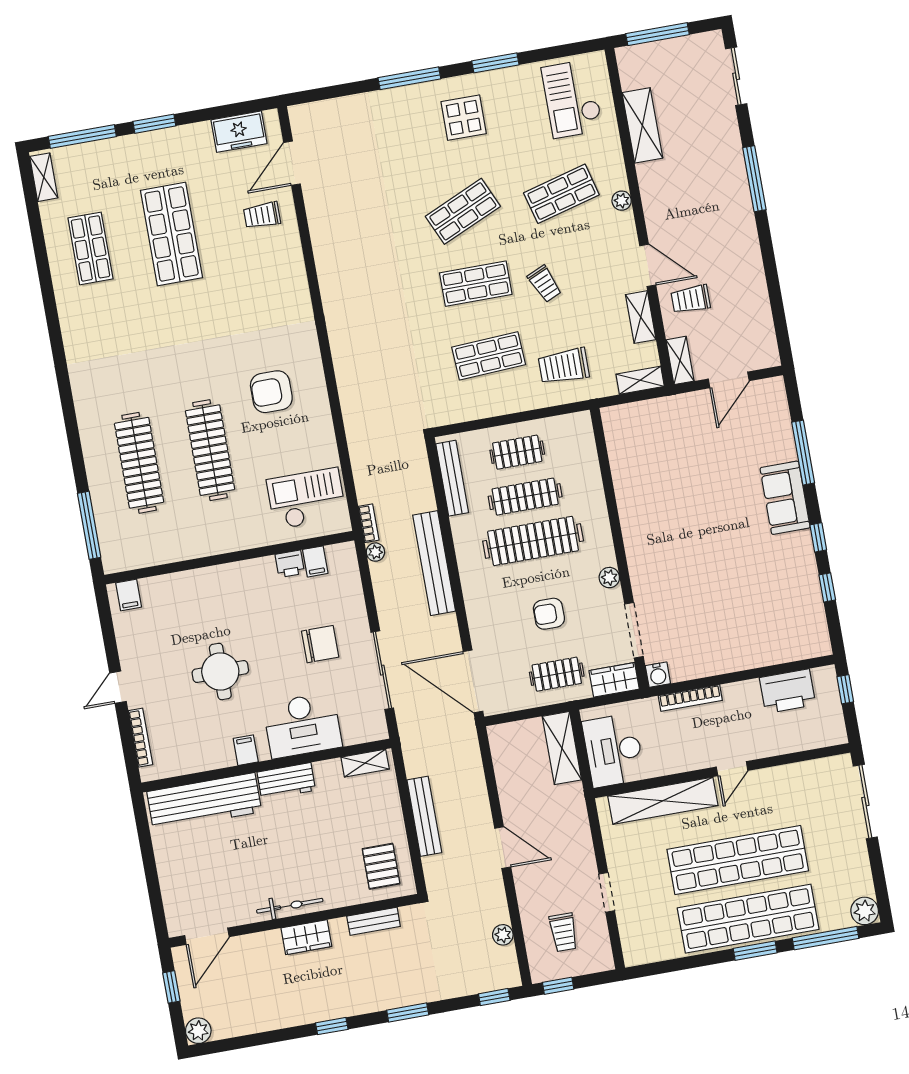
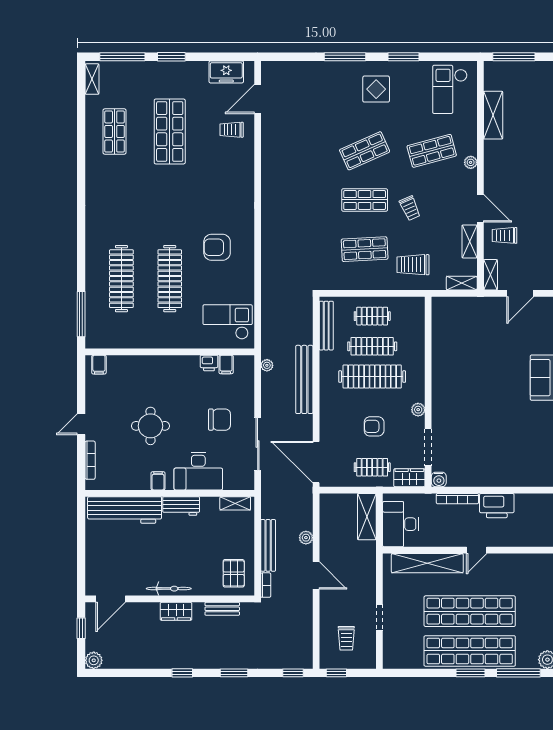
bookcase: (369, 523) -> (266, 585), moved
printer: (788, 691) -> (497, 506), moved
plant: (503, 935) -> (306, 538), moved

